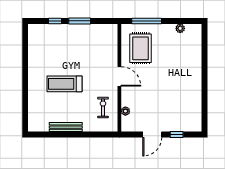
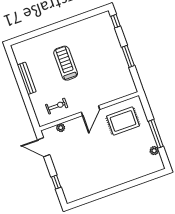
window: (55, 21) -> (115, 21), moved
window: (147, 21) -> (156, 134), moved
door: (152, 134) -> (44, 147), moved

